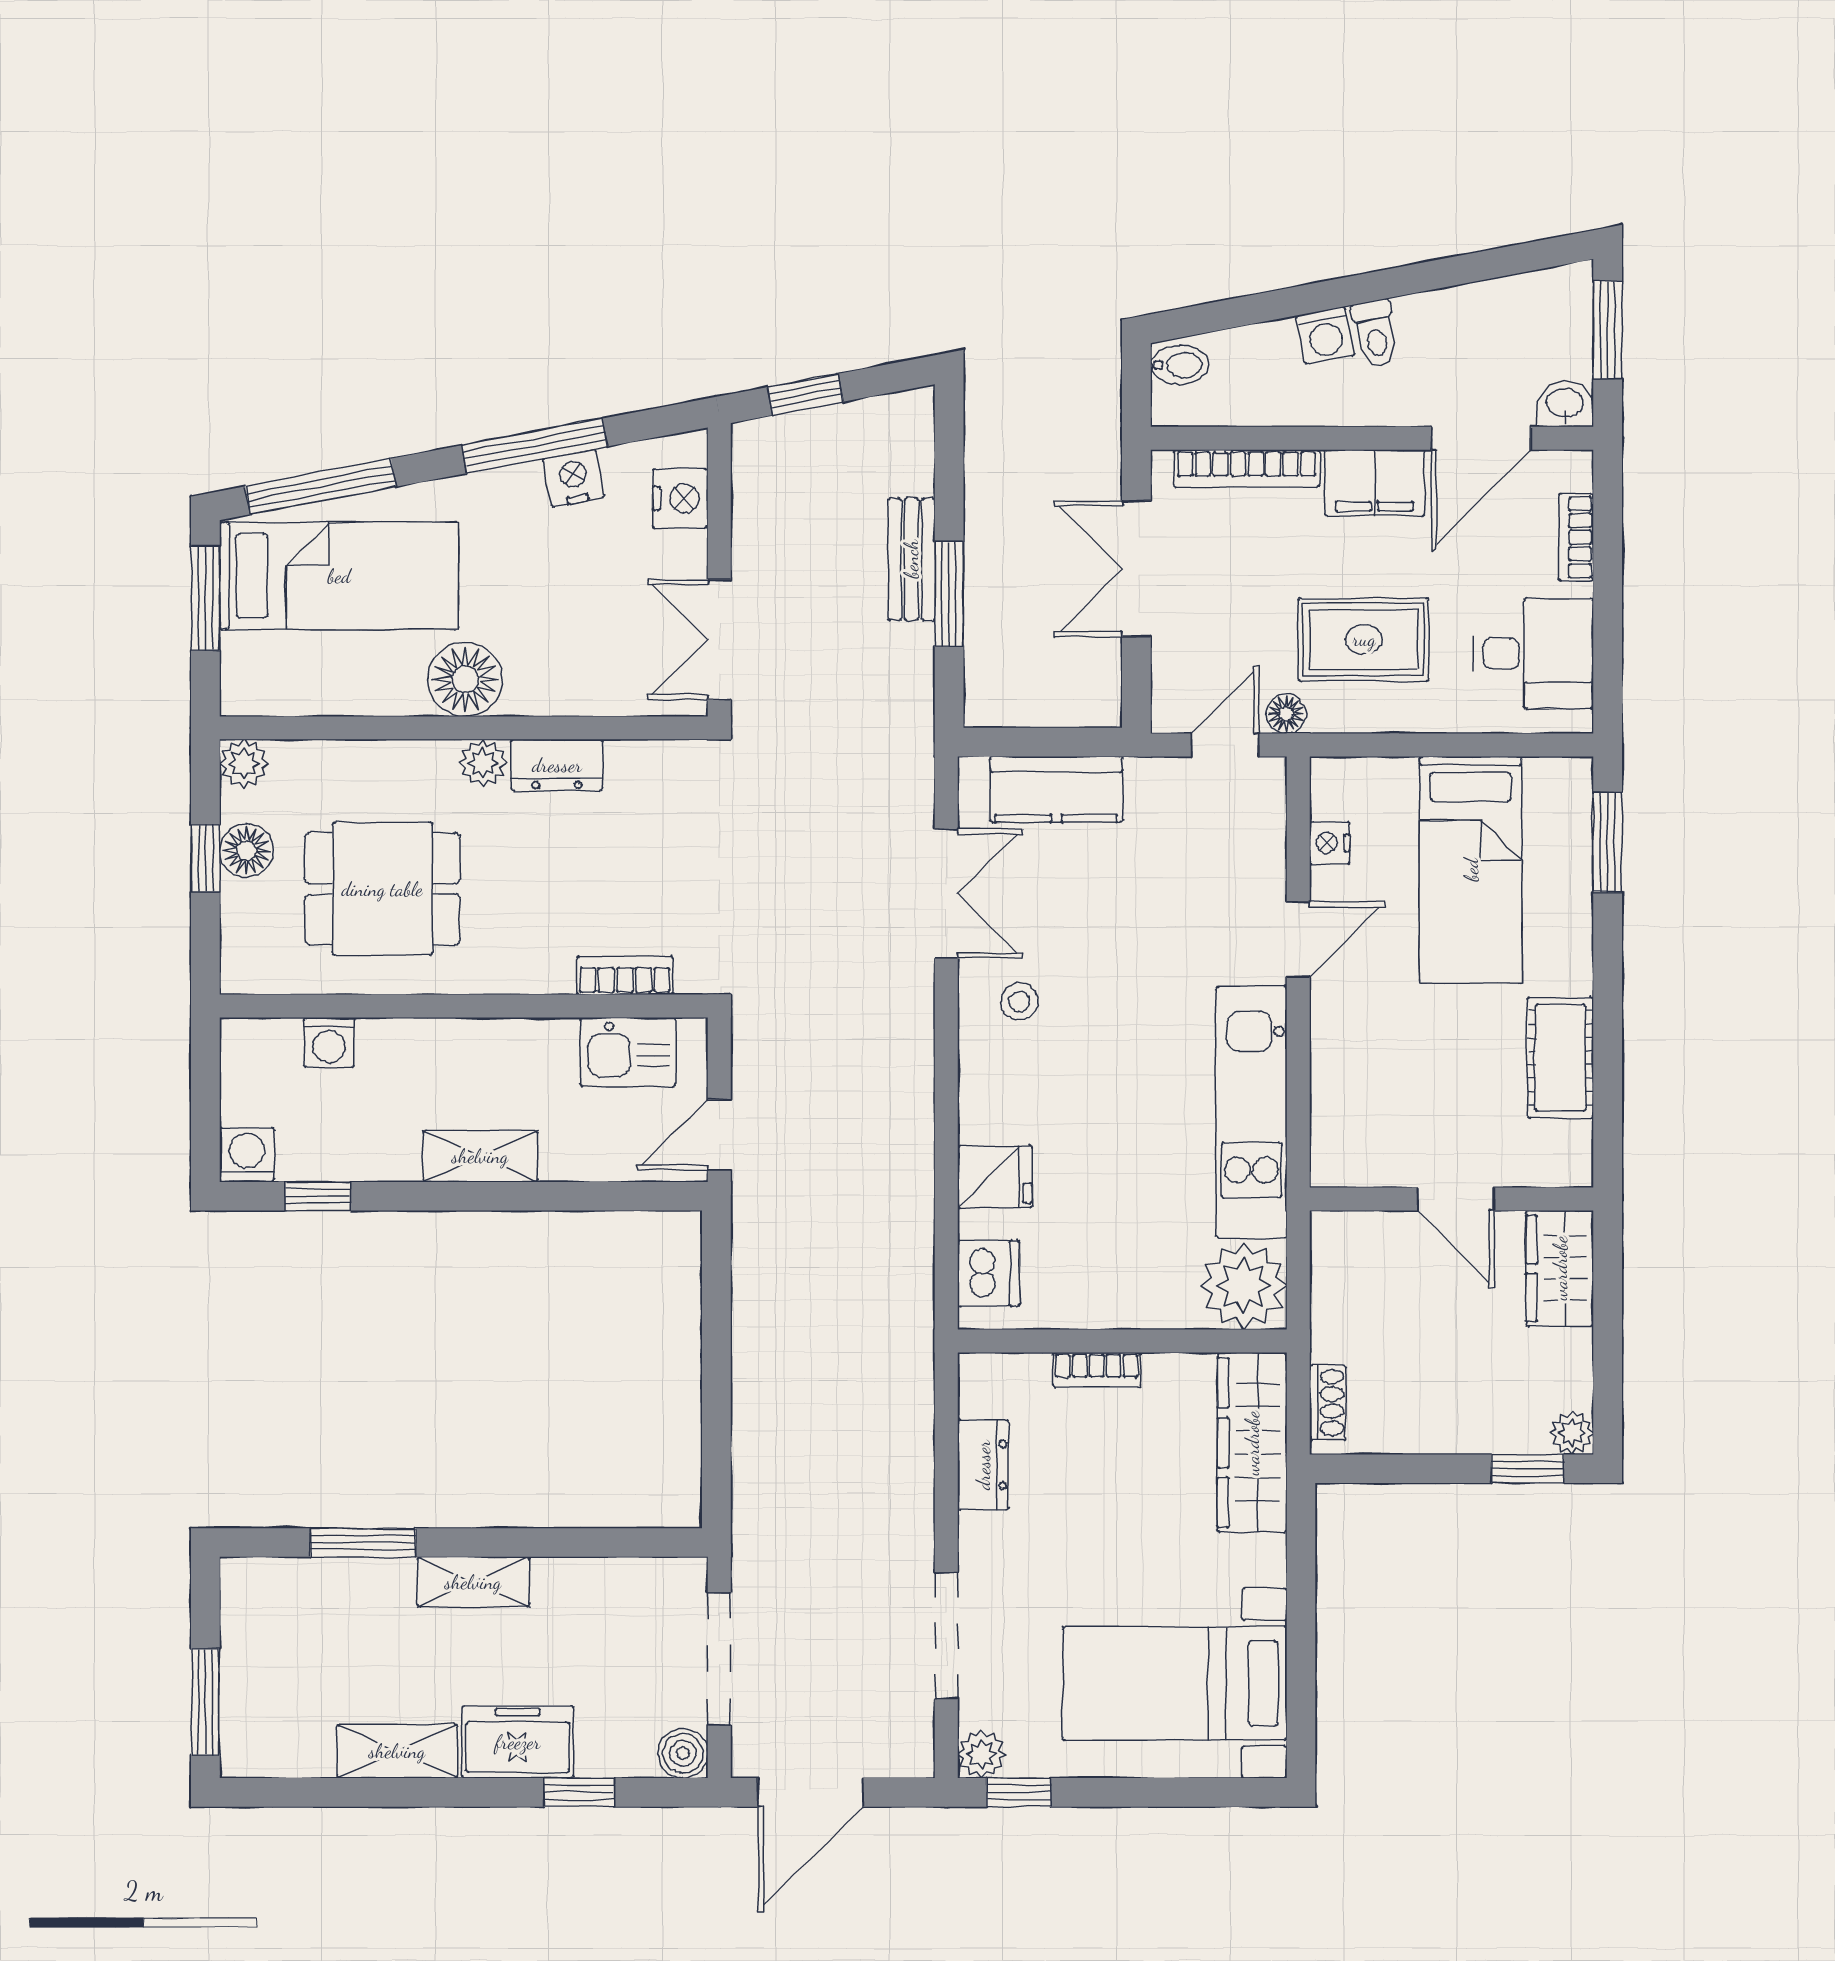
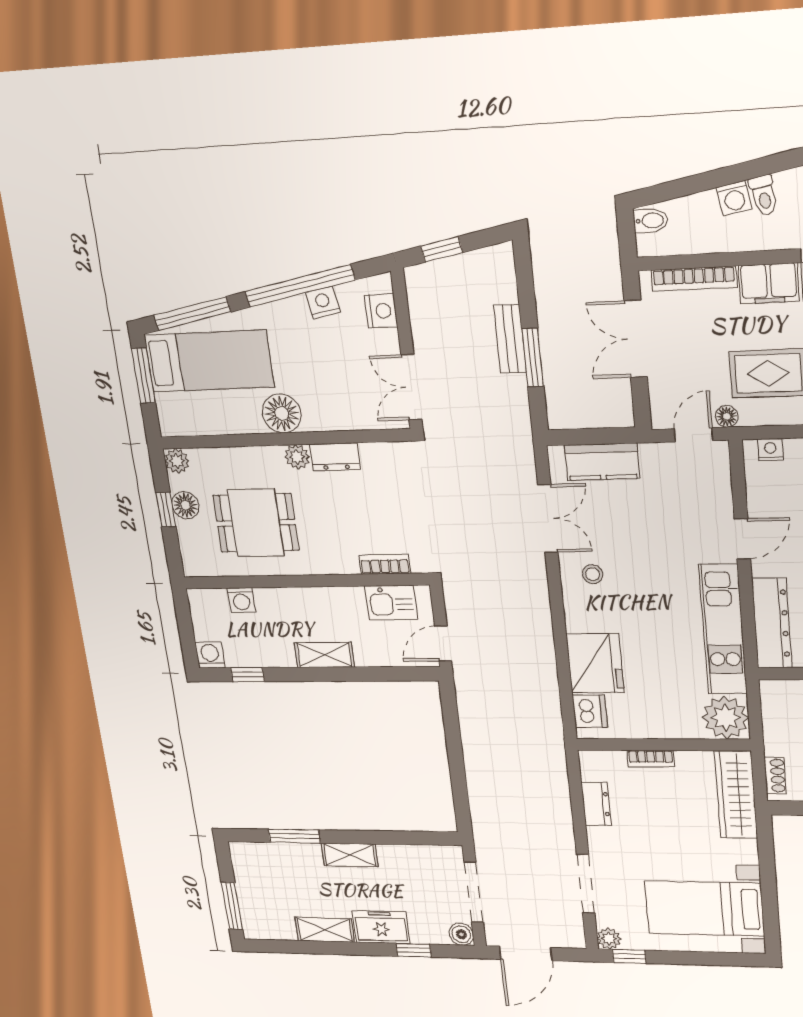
window: (534, 446) -> (300, 286), width x1.46
nightstand: (1330, 843) -> (770, 450), moved, turned 90
dresser: (1340, 1101) -> (772, 623), added
fridge: (995, 1177) -> (595, 663), width x1.88, depth x1.34

